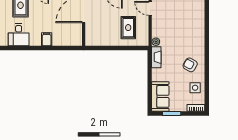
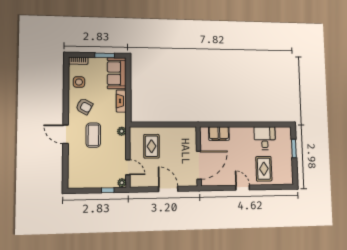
coffee table: (182, 38) -> (93, 135), added
filing cabinet: (47, 39) -> (219, 134), moved, width x2.00
door: (207, 39) -> (66, 134), added
fireplace: (156, 57) -> (121, 101), moved

